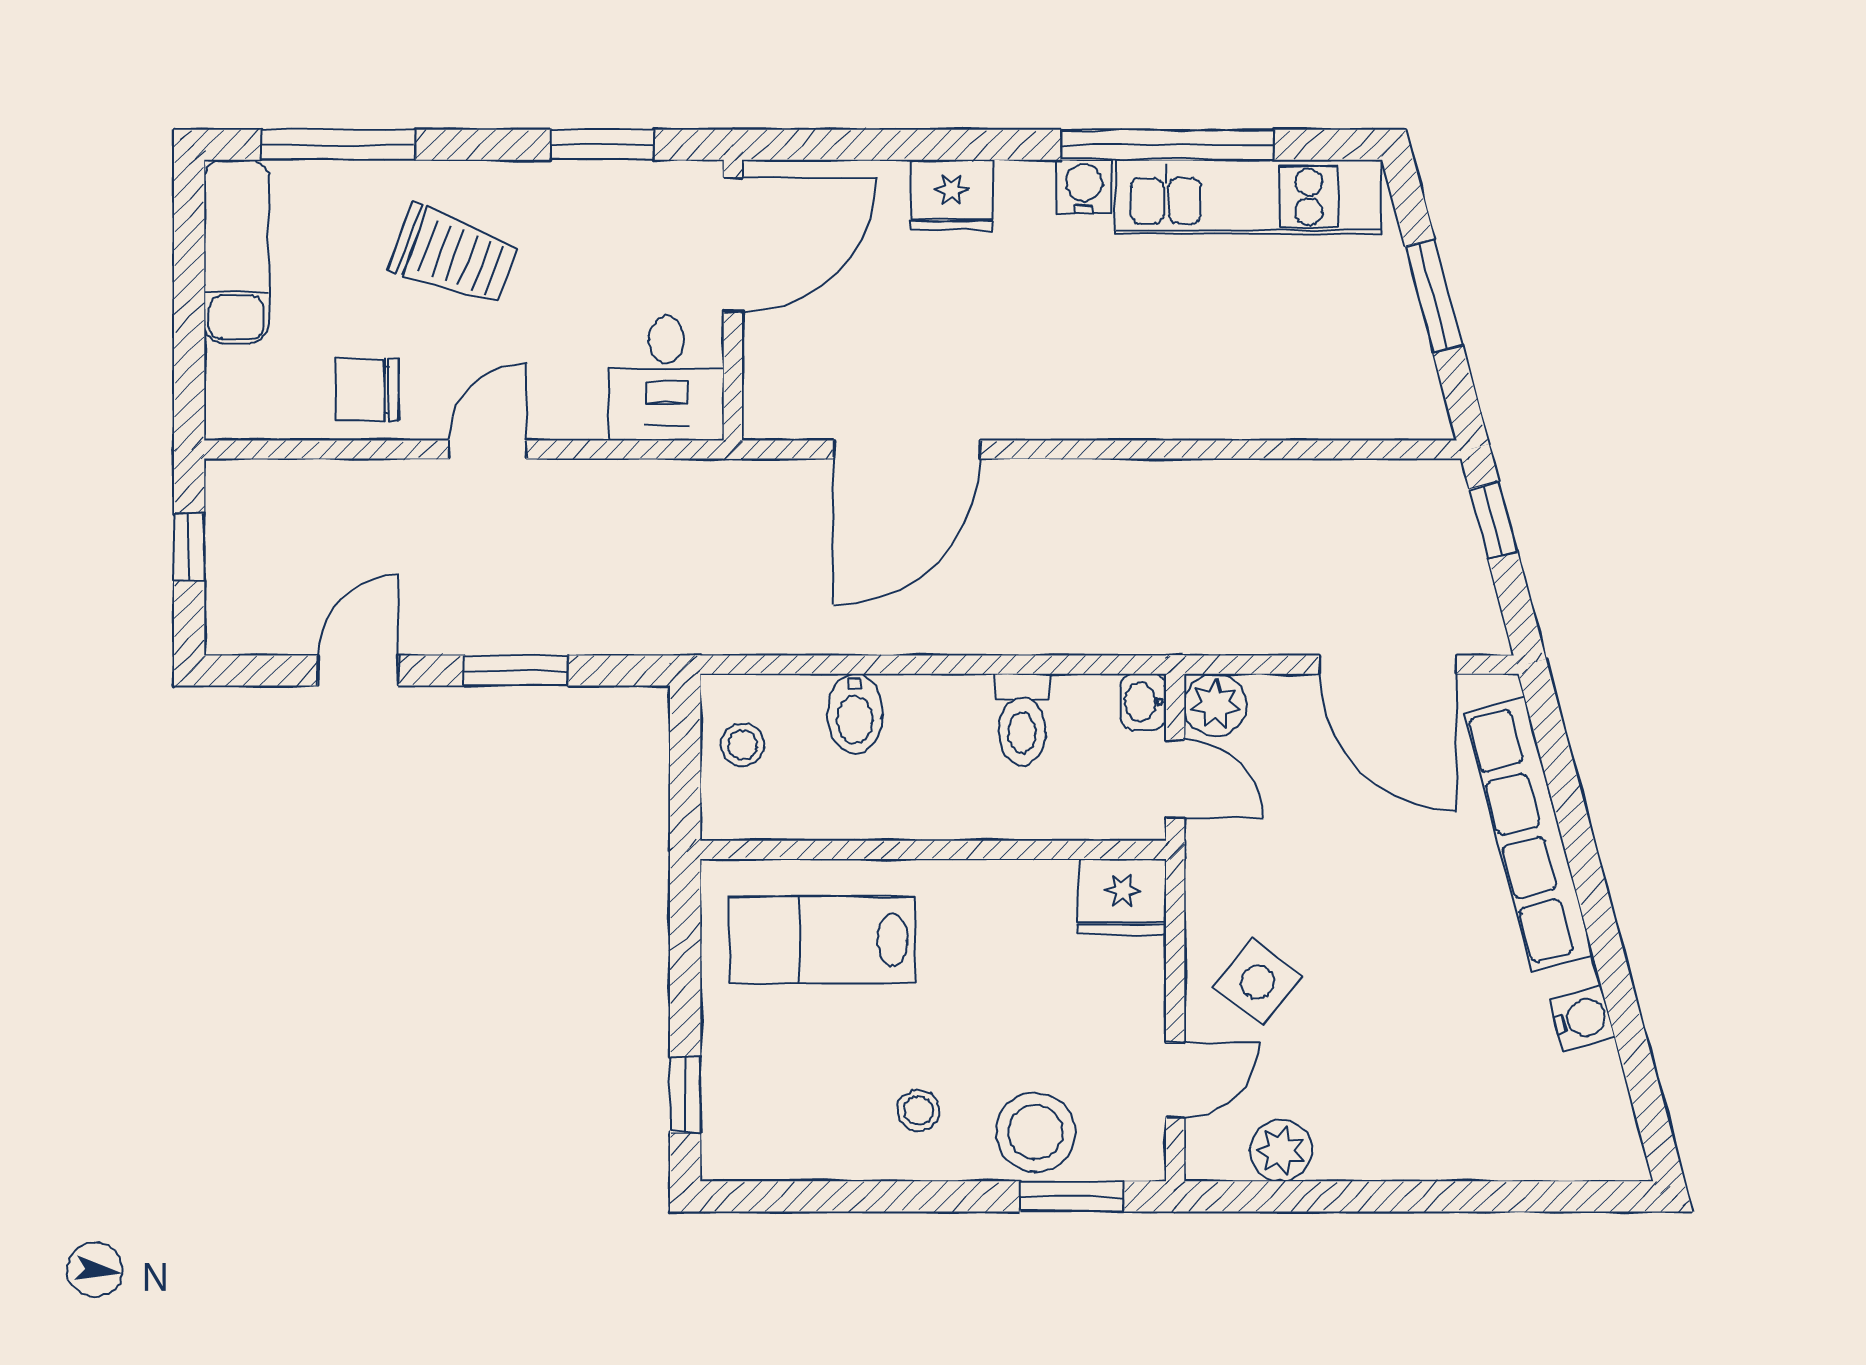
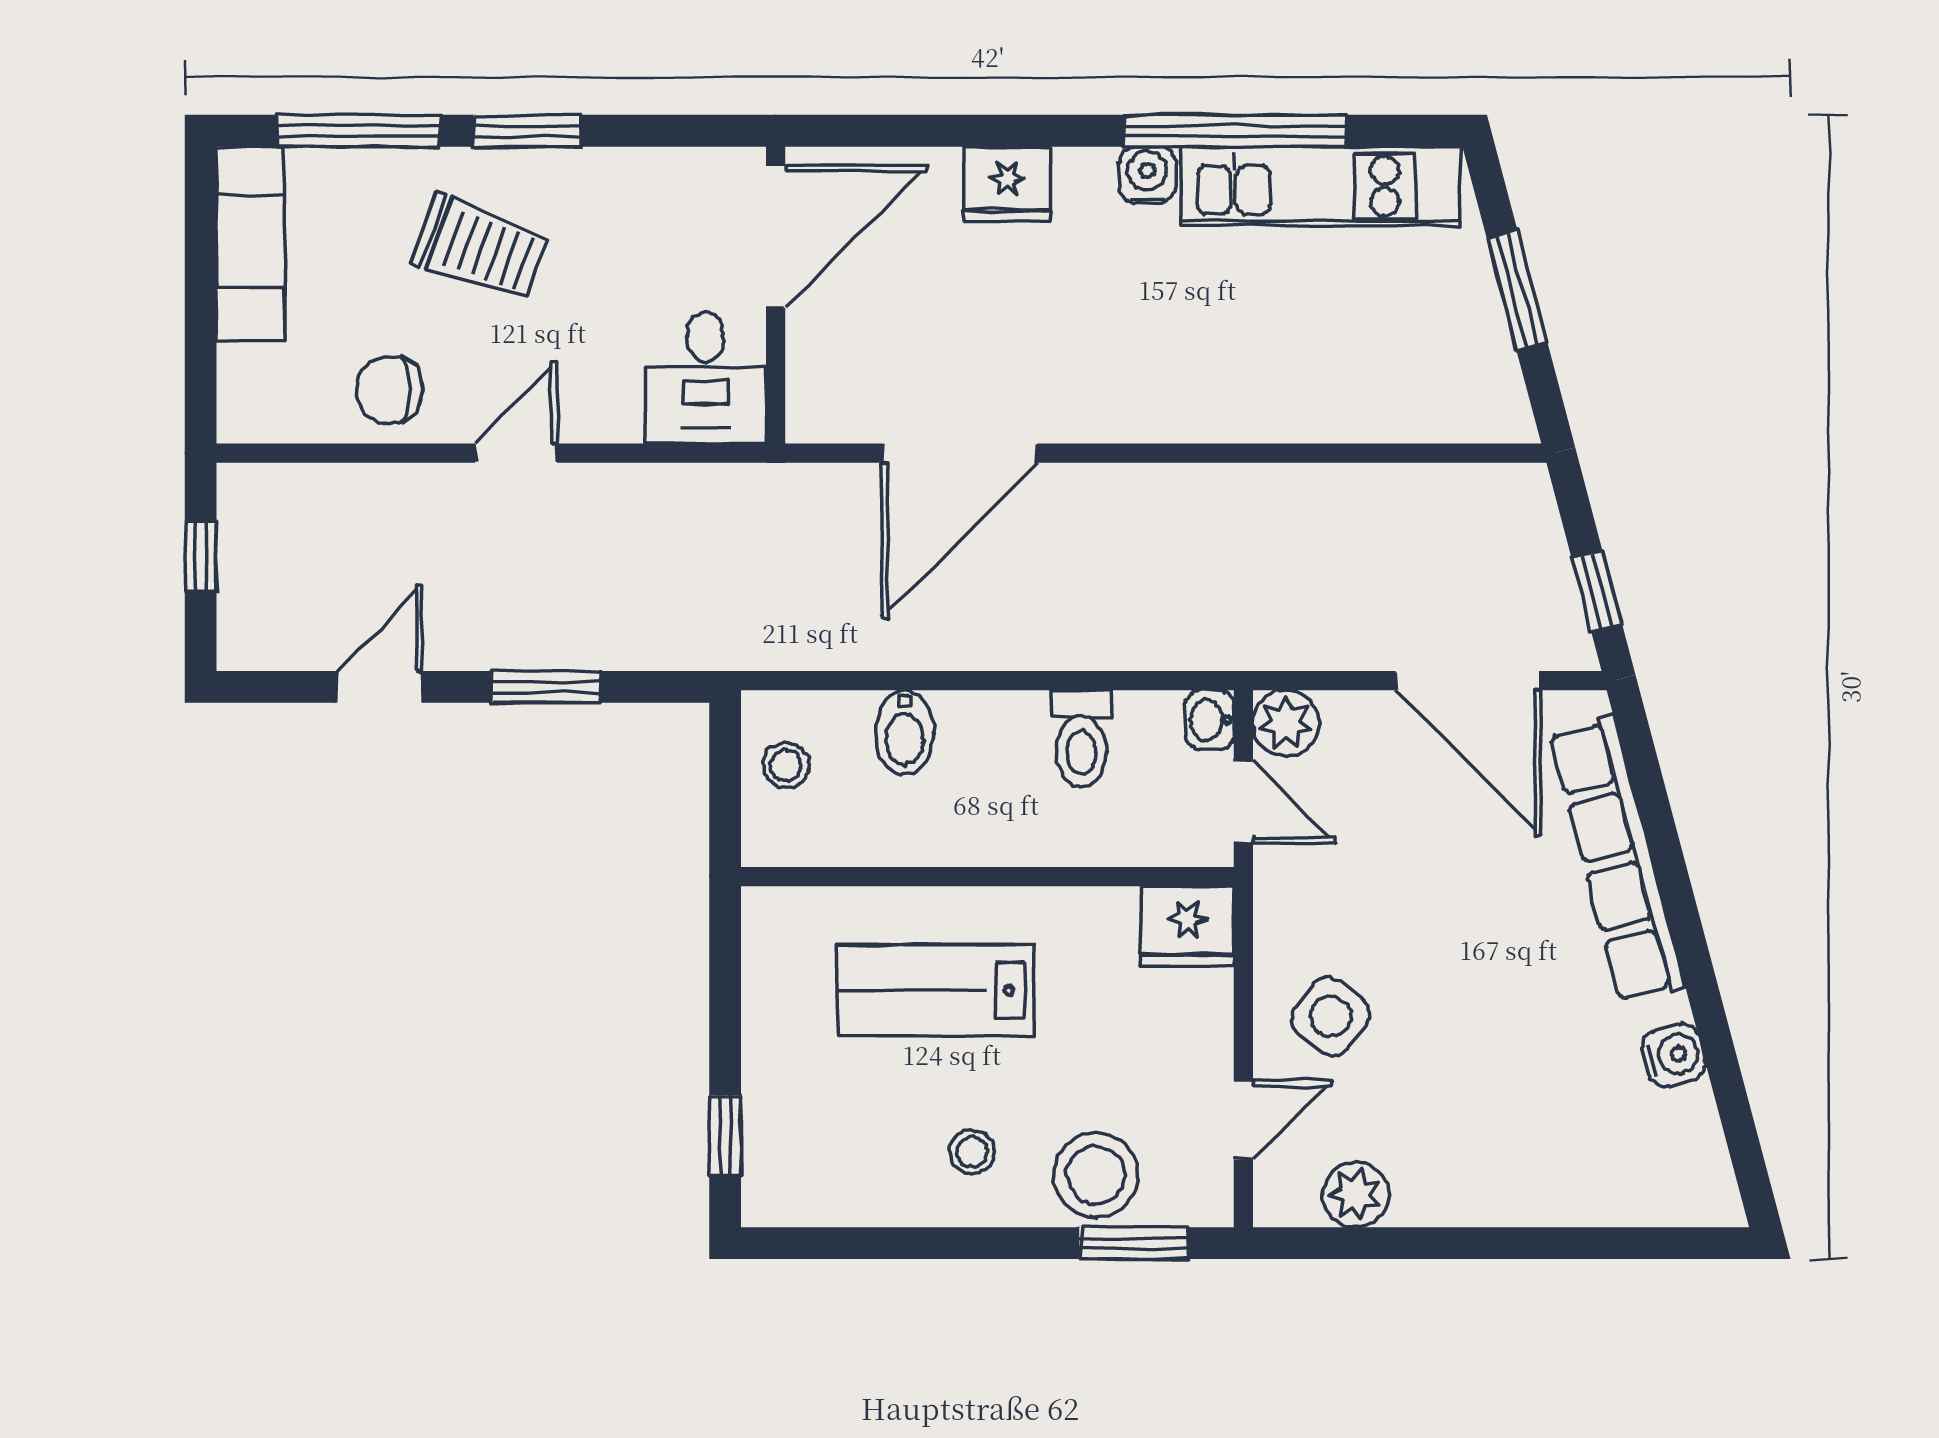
window: (602, 145) -> (528, 131), moved
window: (1493, 520) -> (1597, 591), moved
lab bench: (822, 940) -> (936, 990), moved

